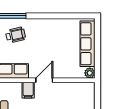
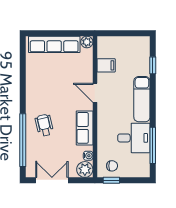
filing cabinet: (28, 90) -> (106, 65), moved

